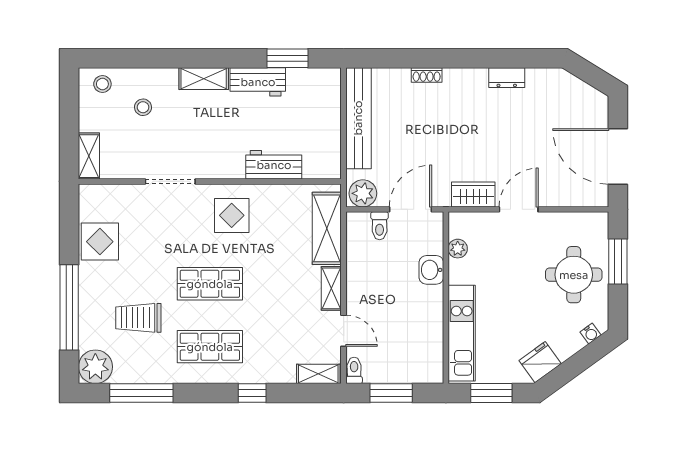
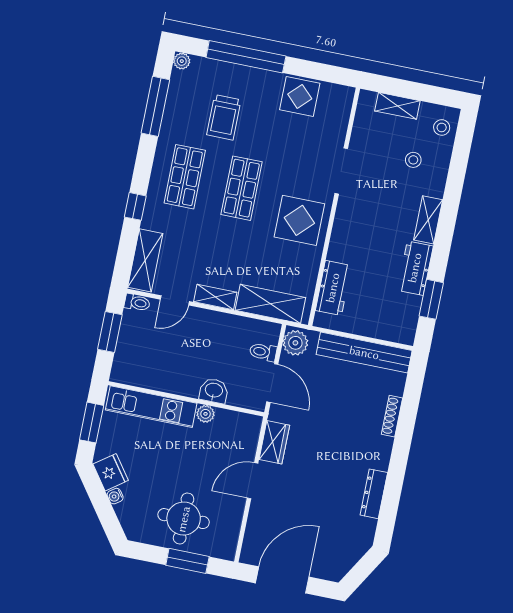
shoe rack: (427, 75) -> (392, 416), width x1.43
dresser: (507, 78) -> (374, 494), width x1.44
shelving: (89, 156) -> (397, 106), moved
workbench: (274, 165) -> (333, 288), moved
door: (519, 209) -> (253, 481), swing flipped
display table: (232, 215) -> (299, 220), width x1.36, depth x1.36
plant: (458, 249) -> (205, 414), moved
trolley: (138, 318) -> (224, 117), turned 180
water cooler: (591, 333) -> (115, 496), moved
plant: (95, 367) -> (182, 61), width x0.53, depth x0.53
shelving: (318, 374) -> (145, 260), width x1.50, depth x1.33

